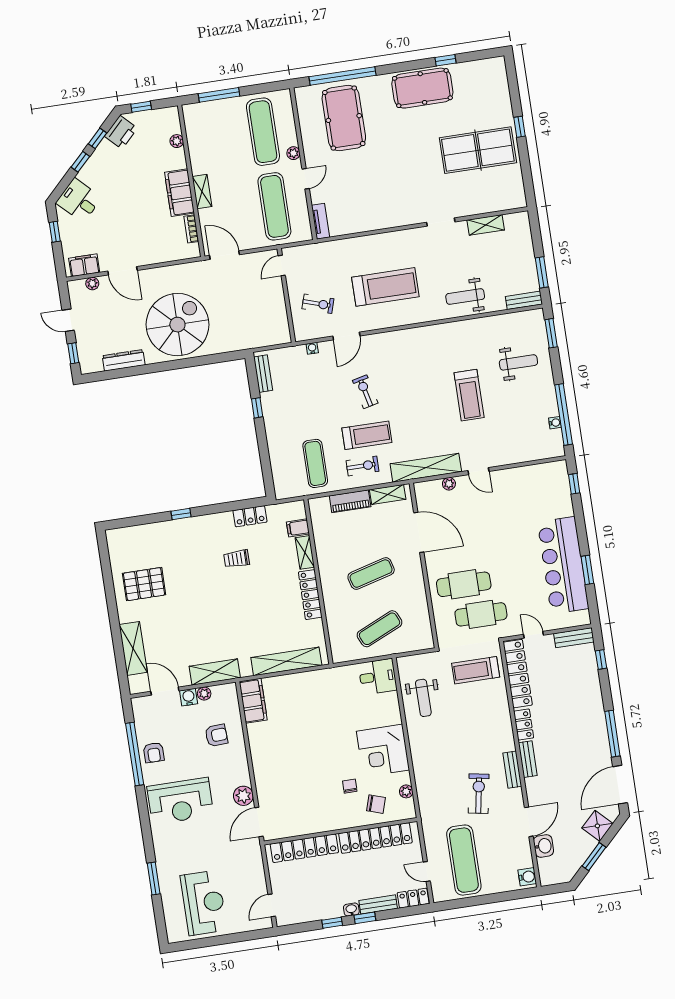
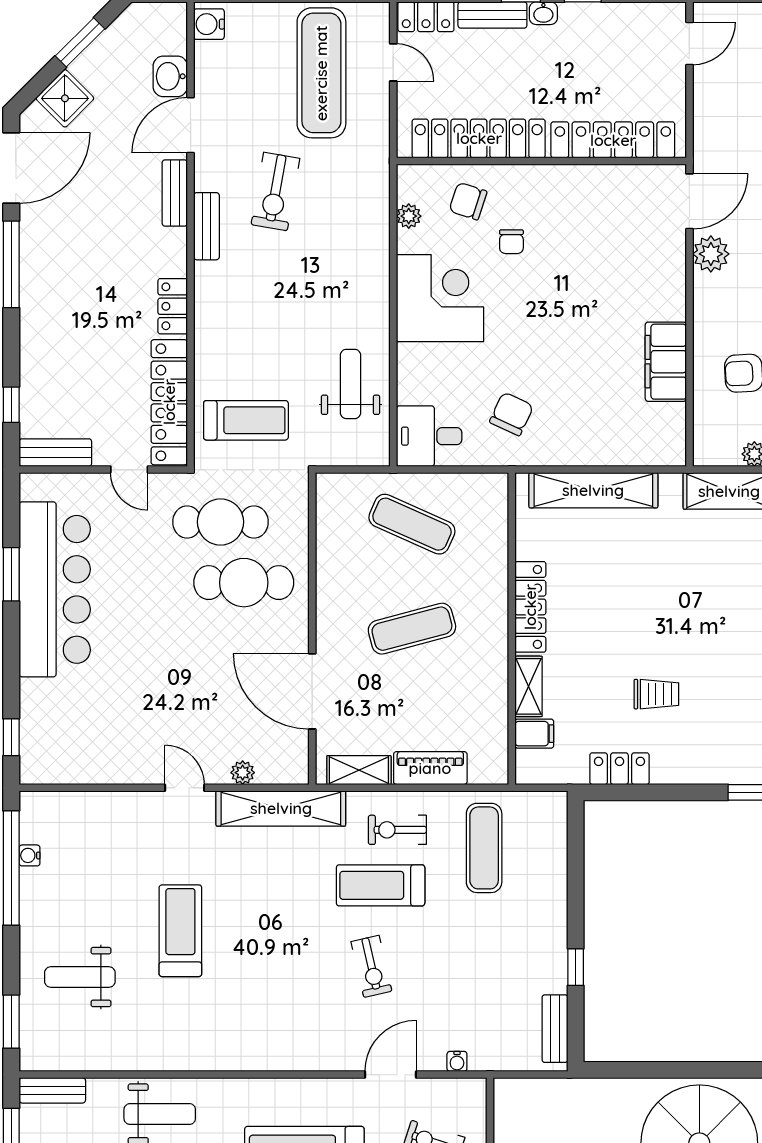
exercise mat: (380, 629) -> (412, 524), turned 48
chair: (336, 695) -> (511, 414), added
filing cabinet: (253, 701) -> (666, 362), moved
bench: (528, 759) -> (175, 193), moved

